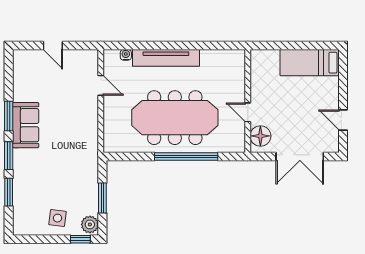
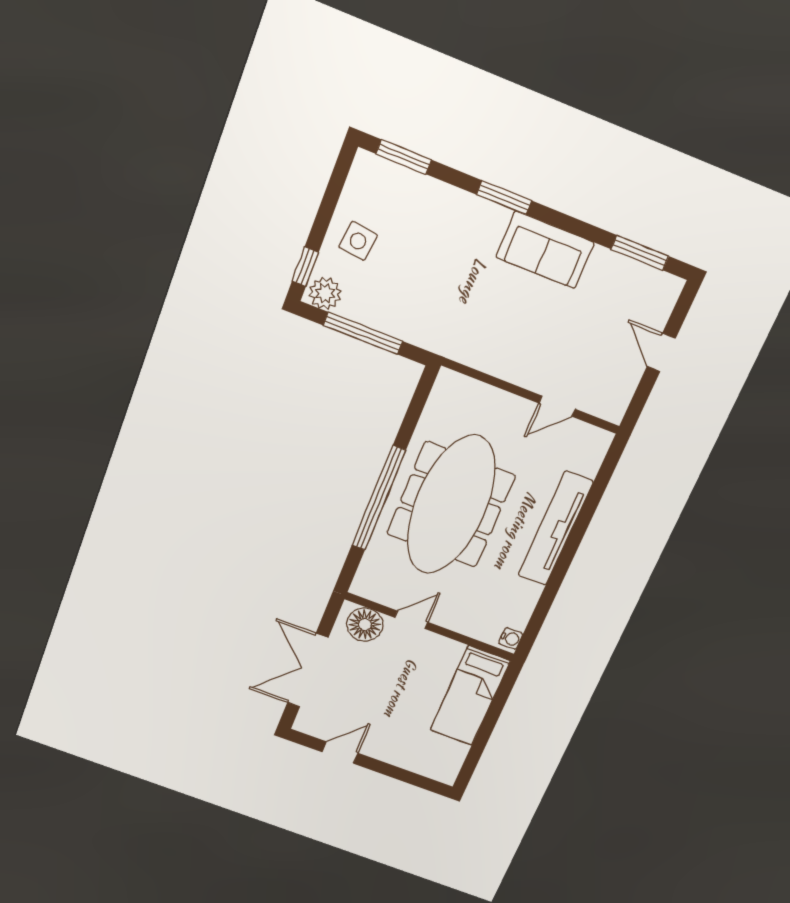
door: (53, 45) -> (661, 352), hinge flipped
water cooler: (126, 55) -> (511, 639), moved
bed: (310, 63) -> (470, 696), moved, turned 180
window: (9, 116) -> (640, 253), moved
window: (9, 192) -> (404, 157), moved
window: (102, 198) -> (363, 333), width x1.44

